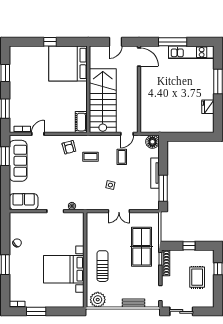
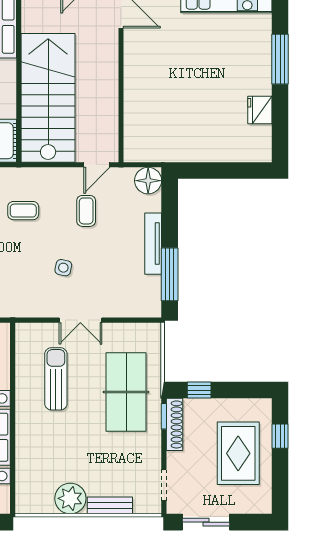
window: (189, 246) -> (199, 390), moved
sun lounger: (103, 266) -> (56, 379), moved
rug: (197, 277) -> (238, 453), width x1.36, depth x1.43
plant: (98, 300) -> (70, 498), moved

